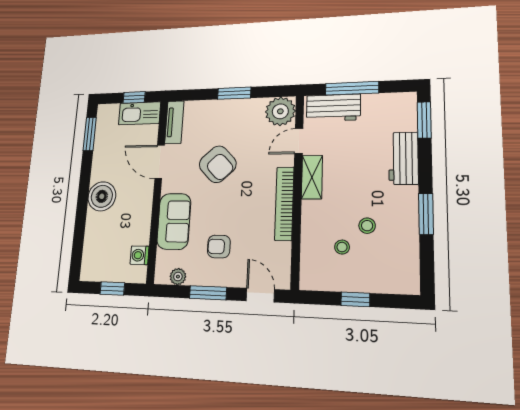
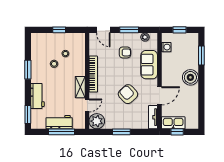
workbench: (333, 108) -> (59, 122), moved
window: (90, 134) -> (201, 55), moved
door: (160, 162) -> (160, 96), hinge flipped

